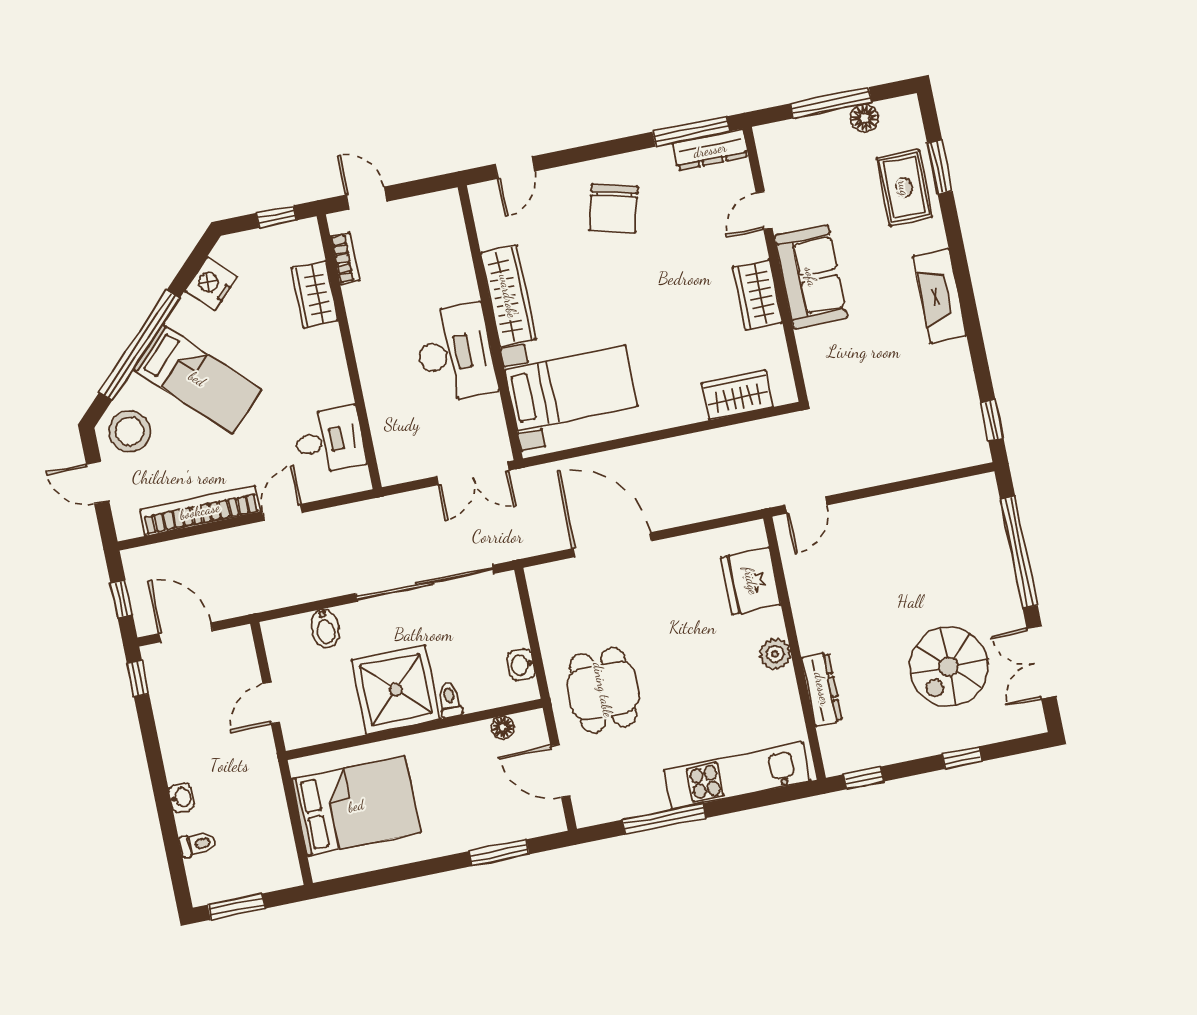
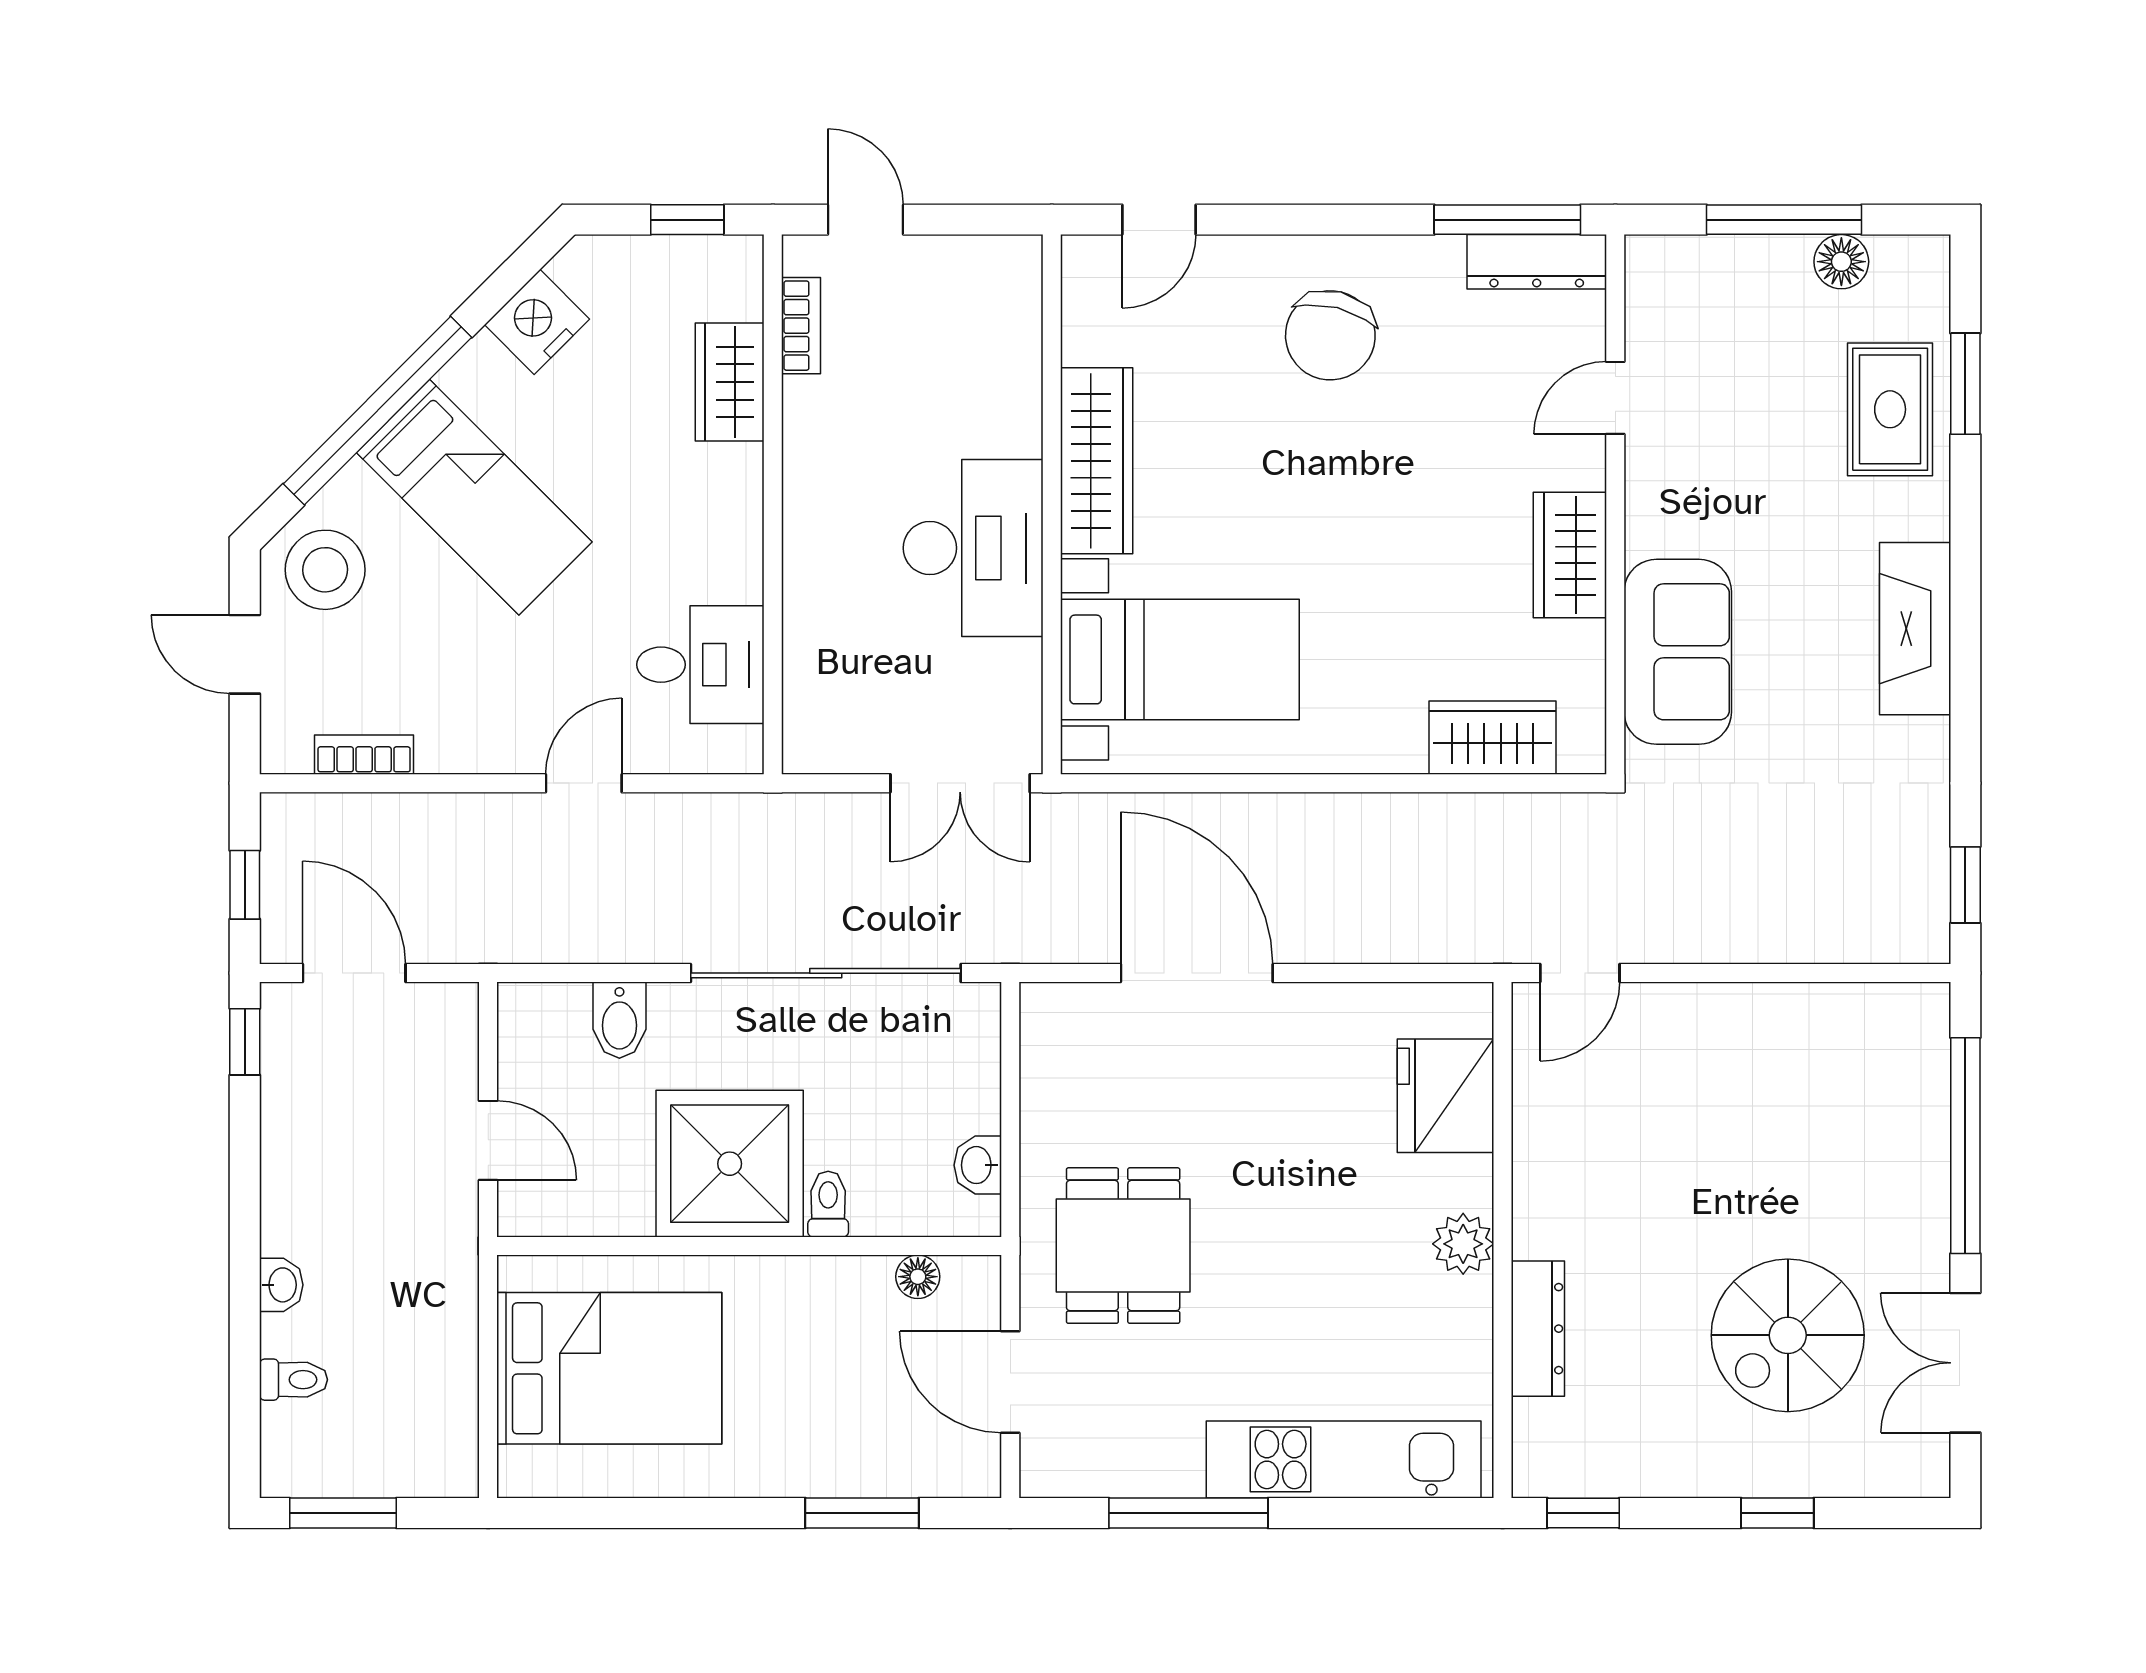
sofa: (811, 277) -> (1678, 652), moved
bookcase: (200, 511) -> (364, 755), width x0.43, depth x0.76
door: (271, 703) -> (488, 1140), swing flipped

